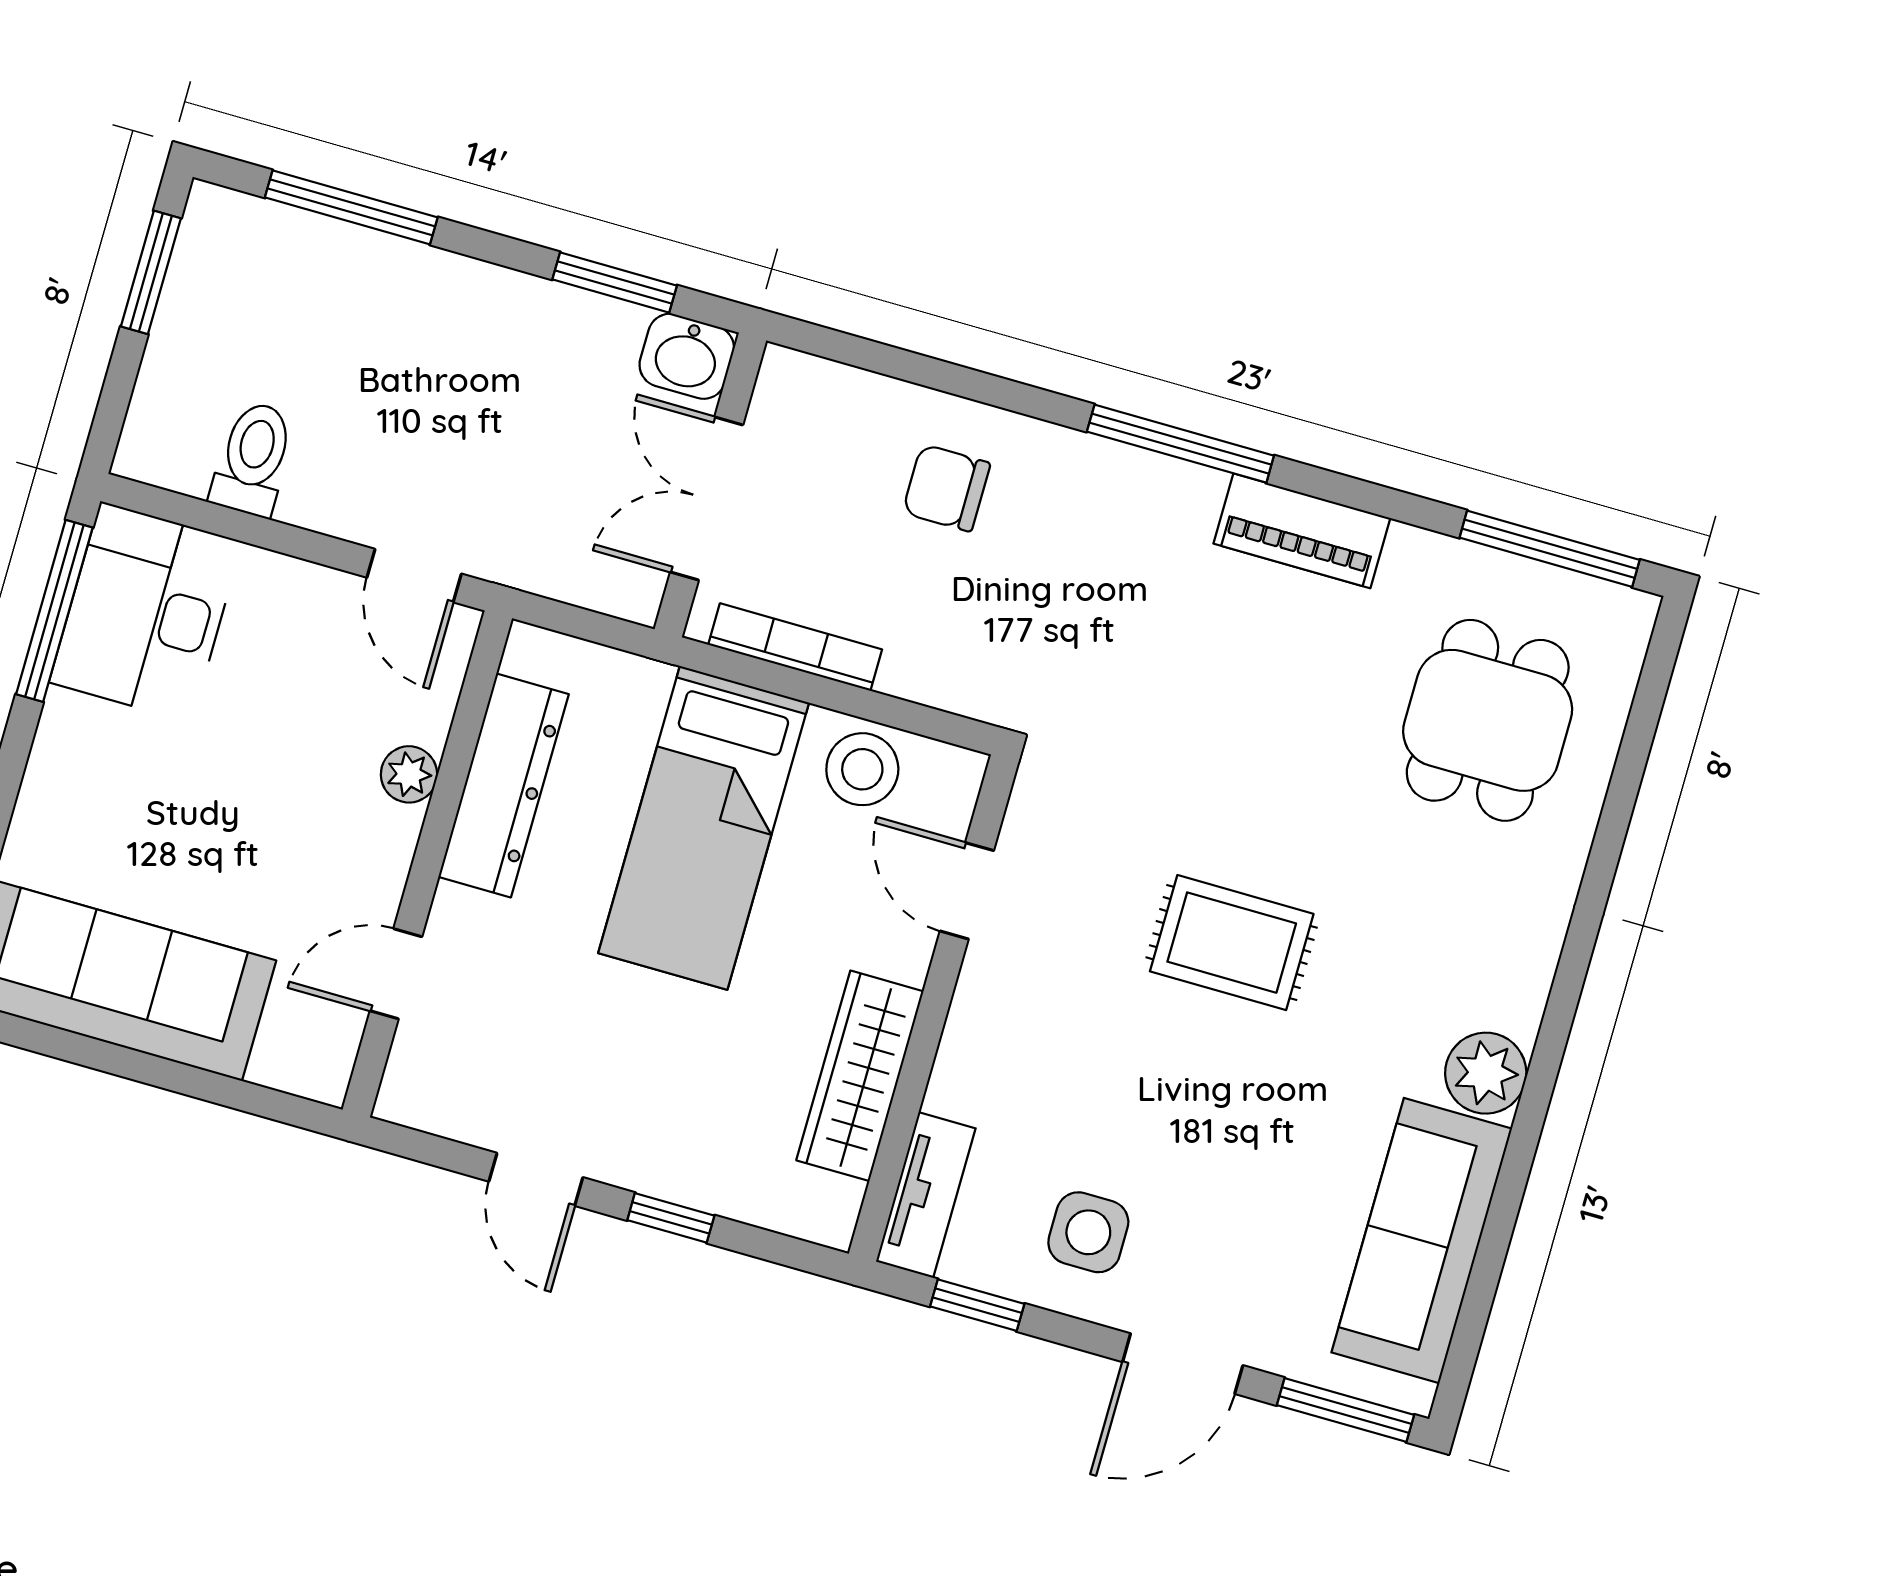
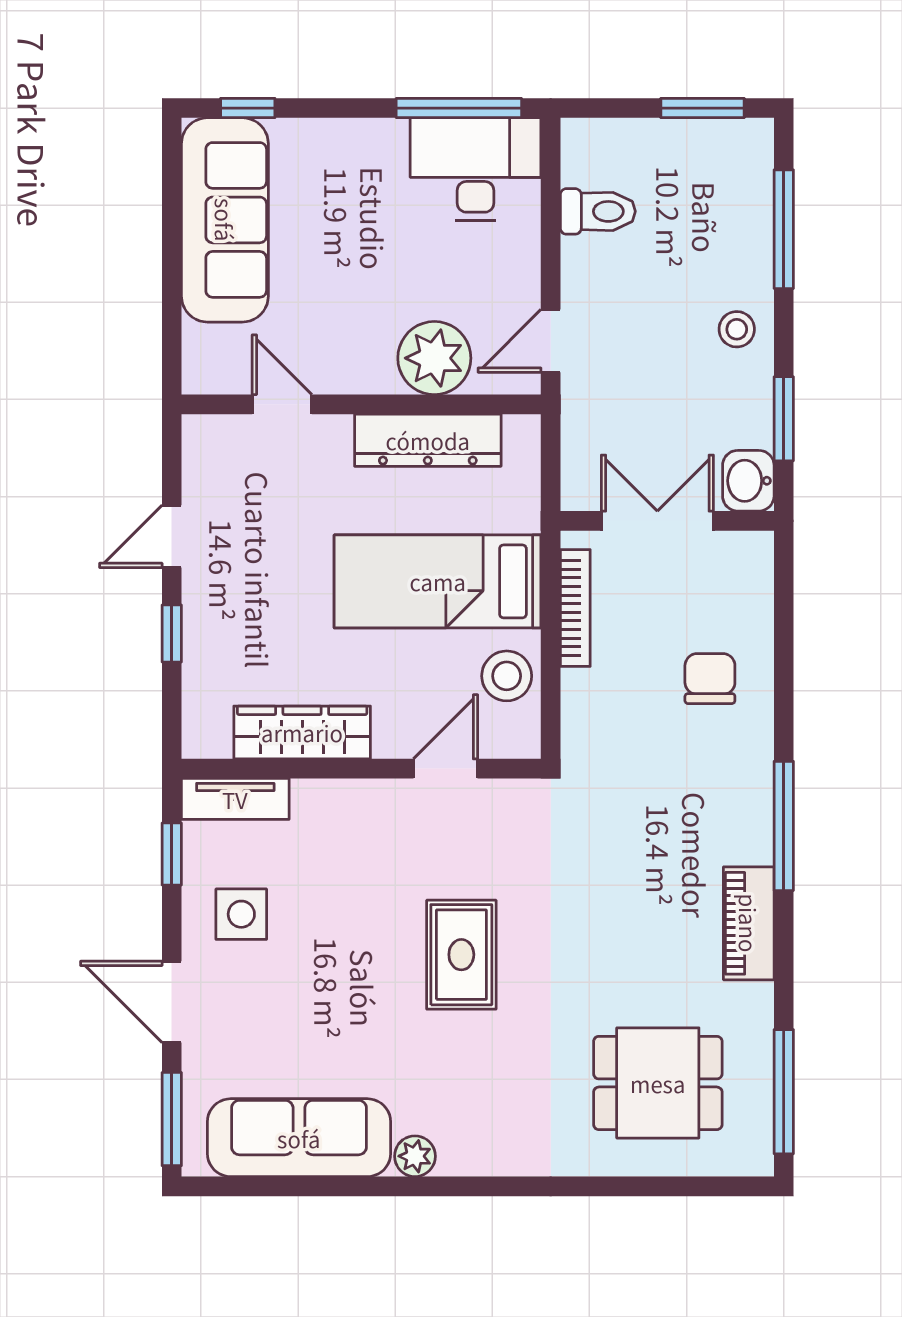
stool: (472, 312) -> (737, 329), added
plant: (409, 774) -> (434, 358), width x1.87, depth x1.87
plant: (1486, 1073) -> (415, 1156), width x0.73, depth x0.73

